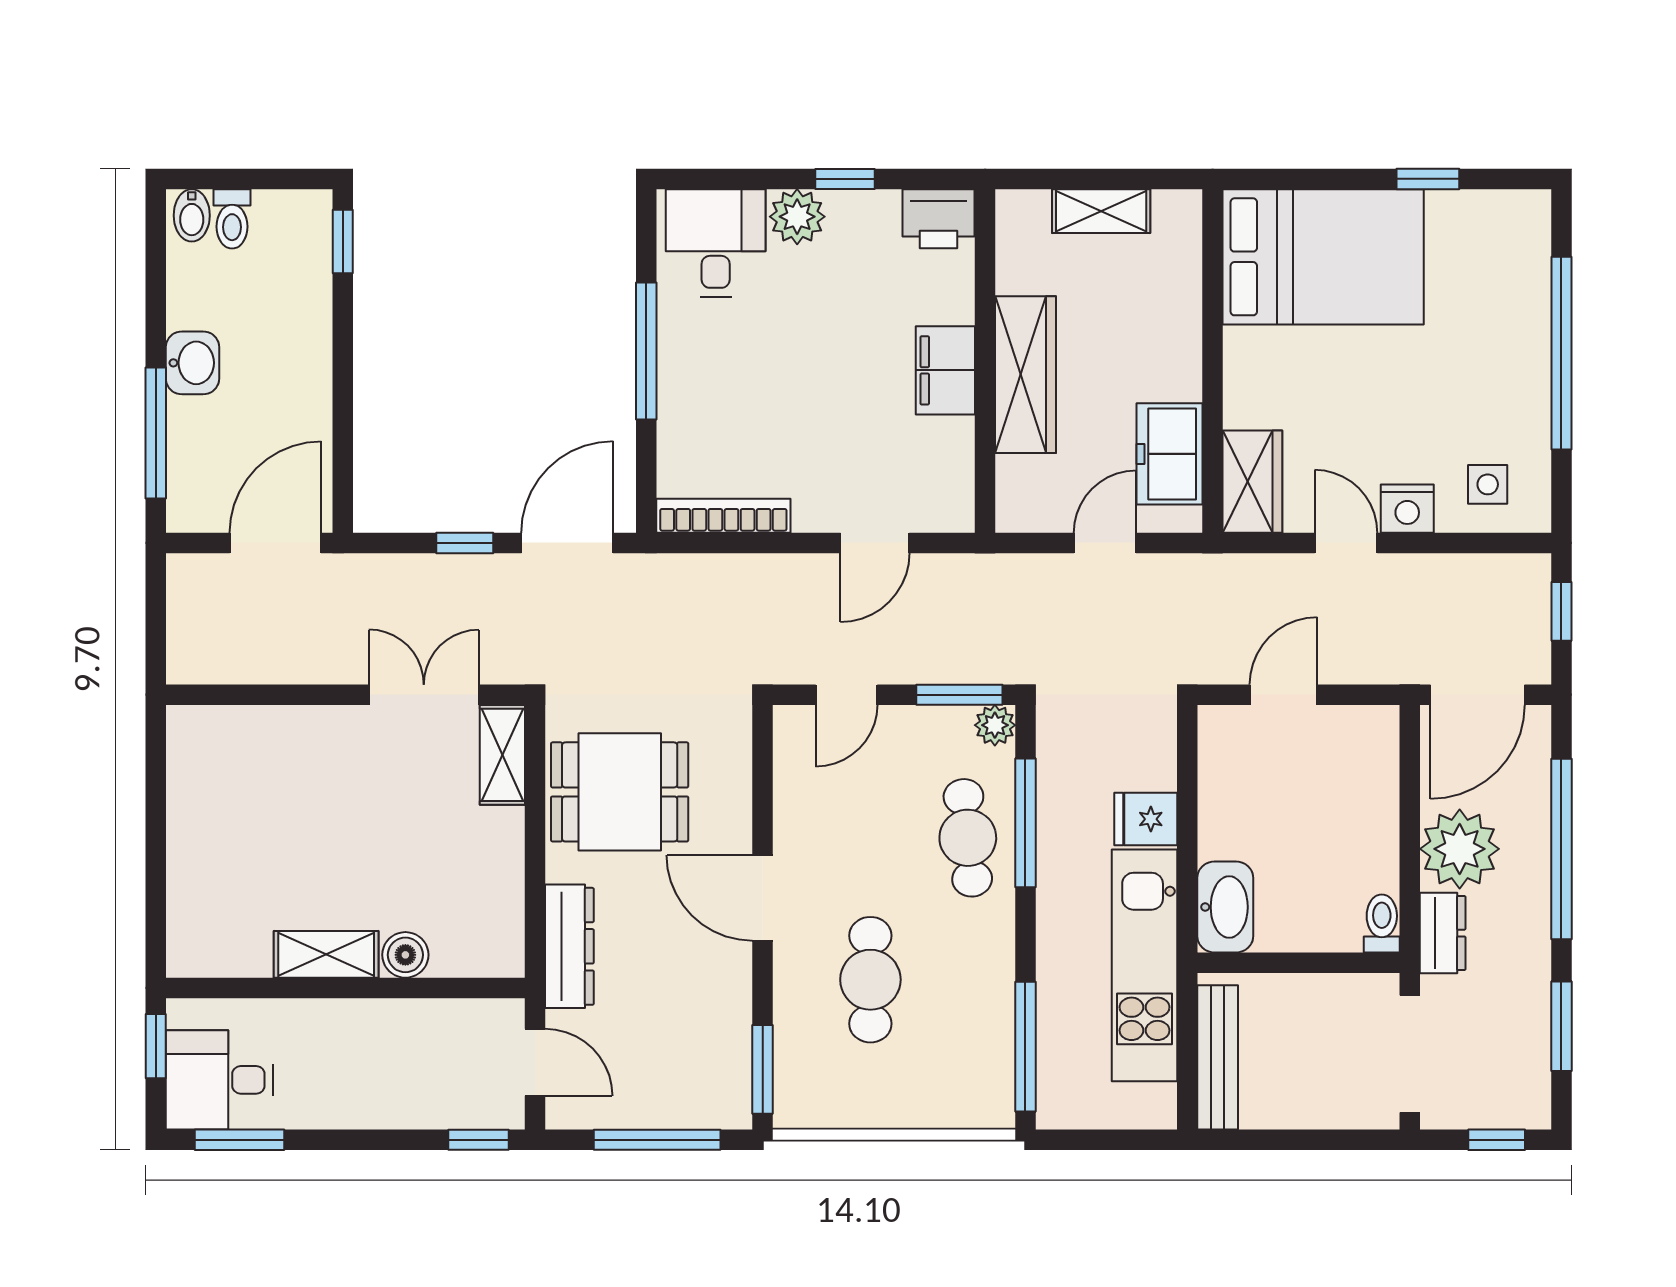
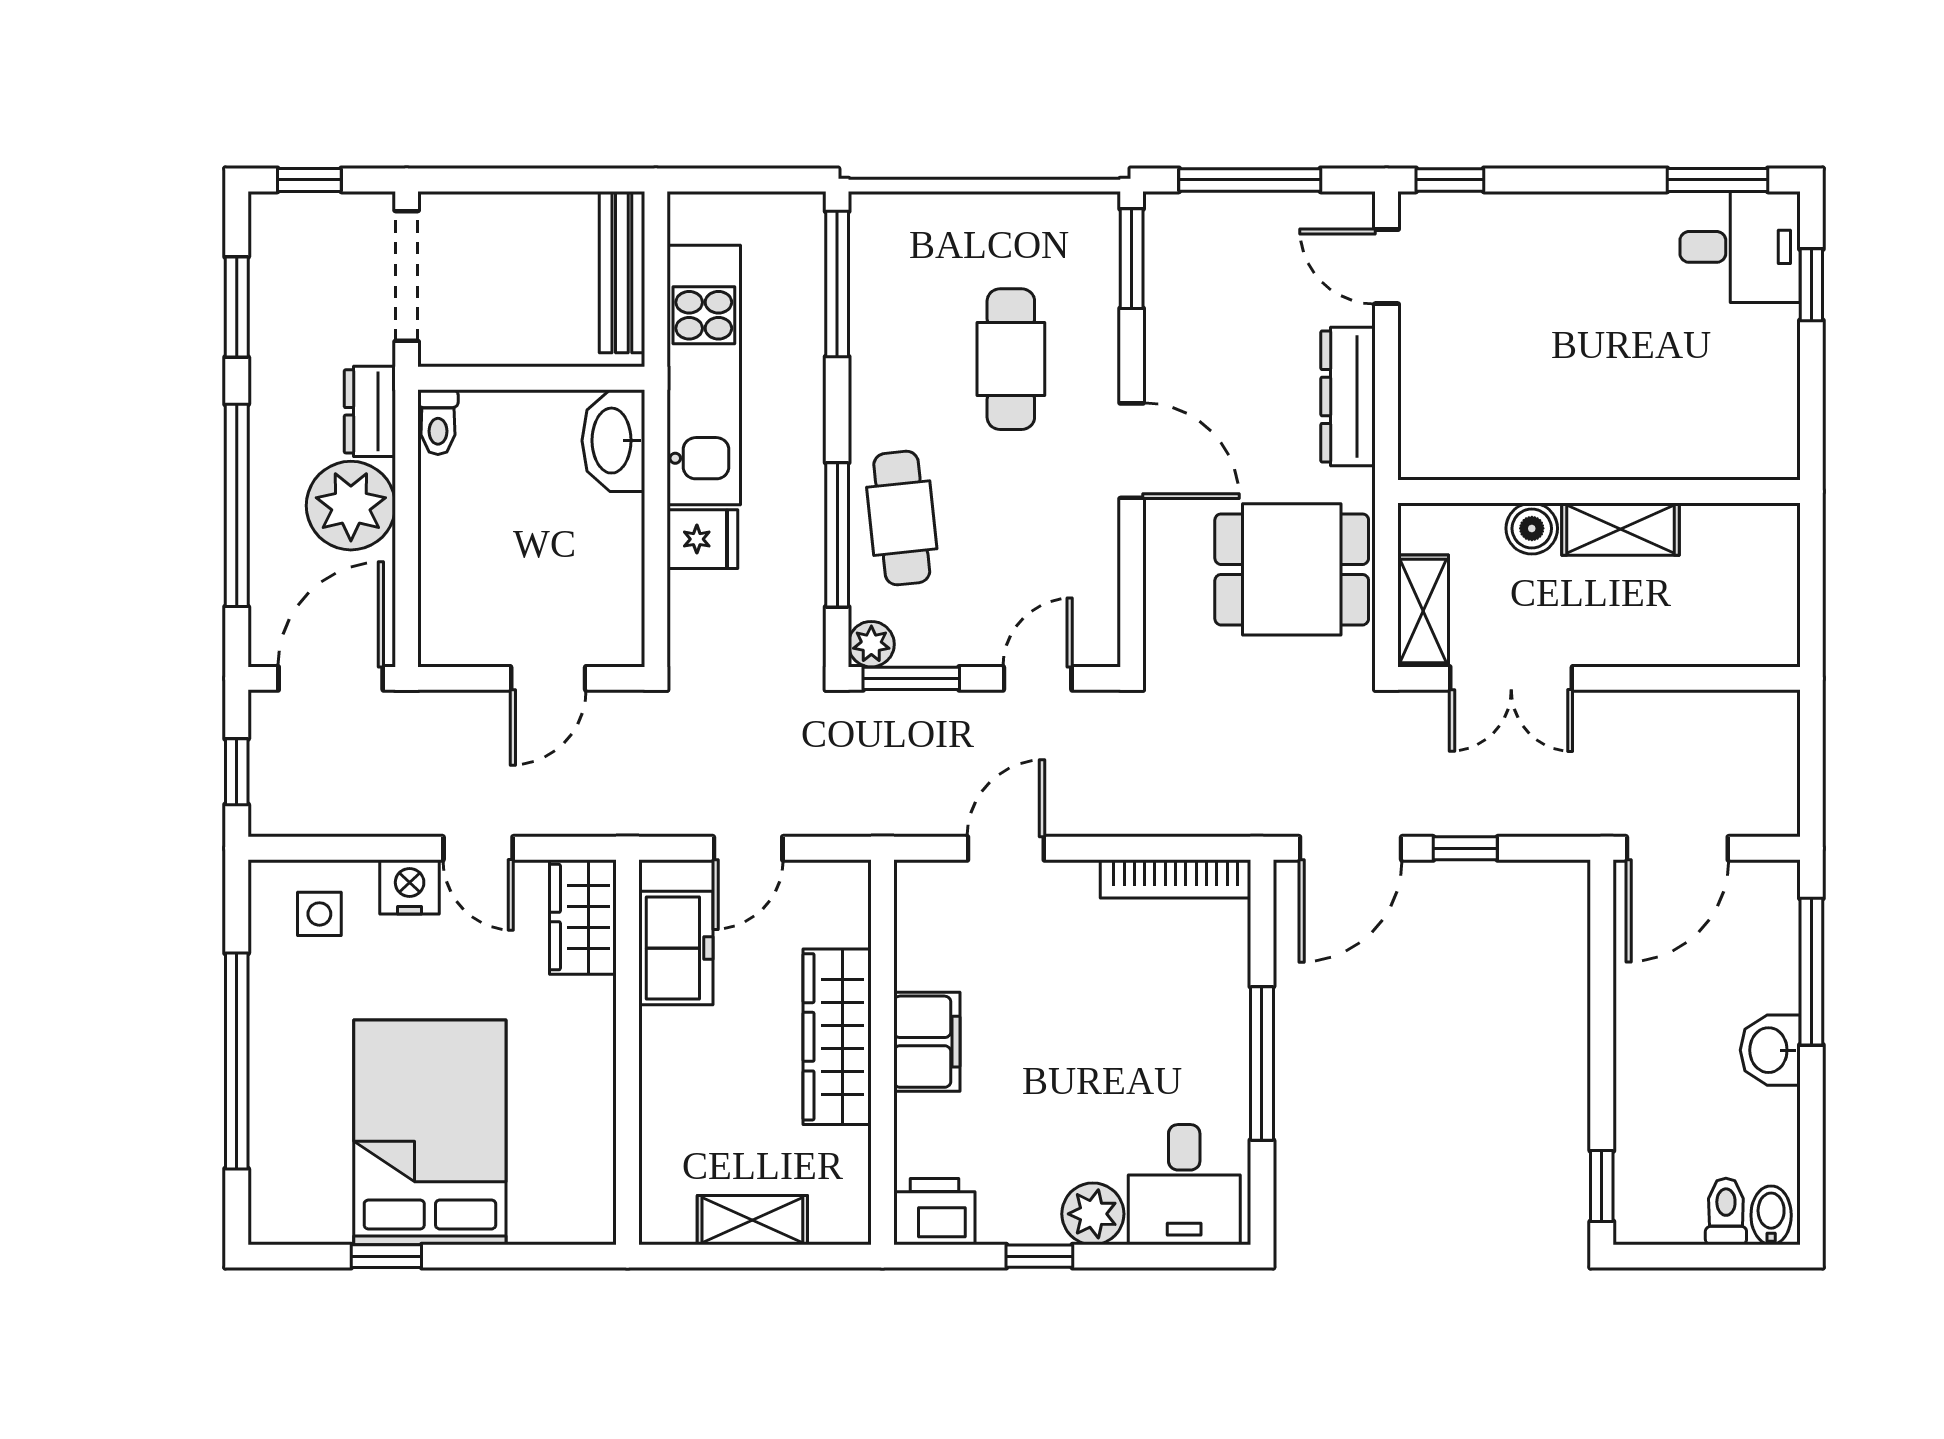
bed: (1323, 257) -> (430, 1132), moved, turned 90
shelving: (326, 954) -> (1621, 529), moved
boiler: (405, 955) -> (1532, 528), moved
wall: (345, 988) -> (1599, 491), moved

